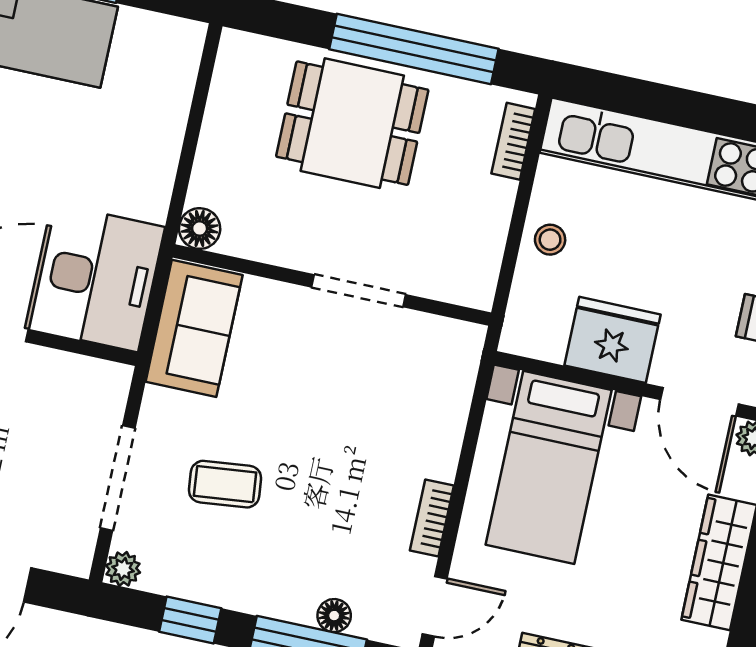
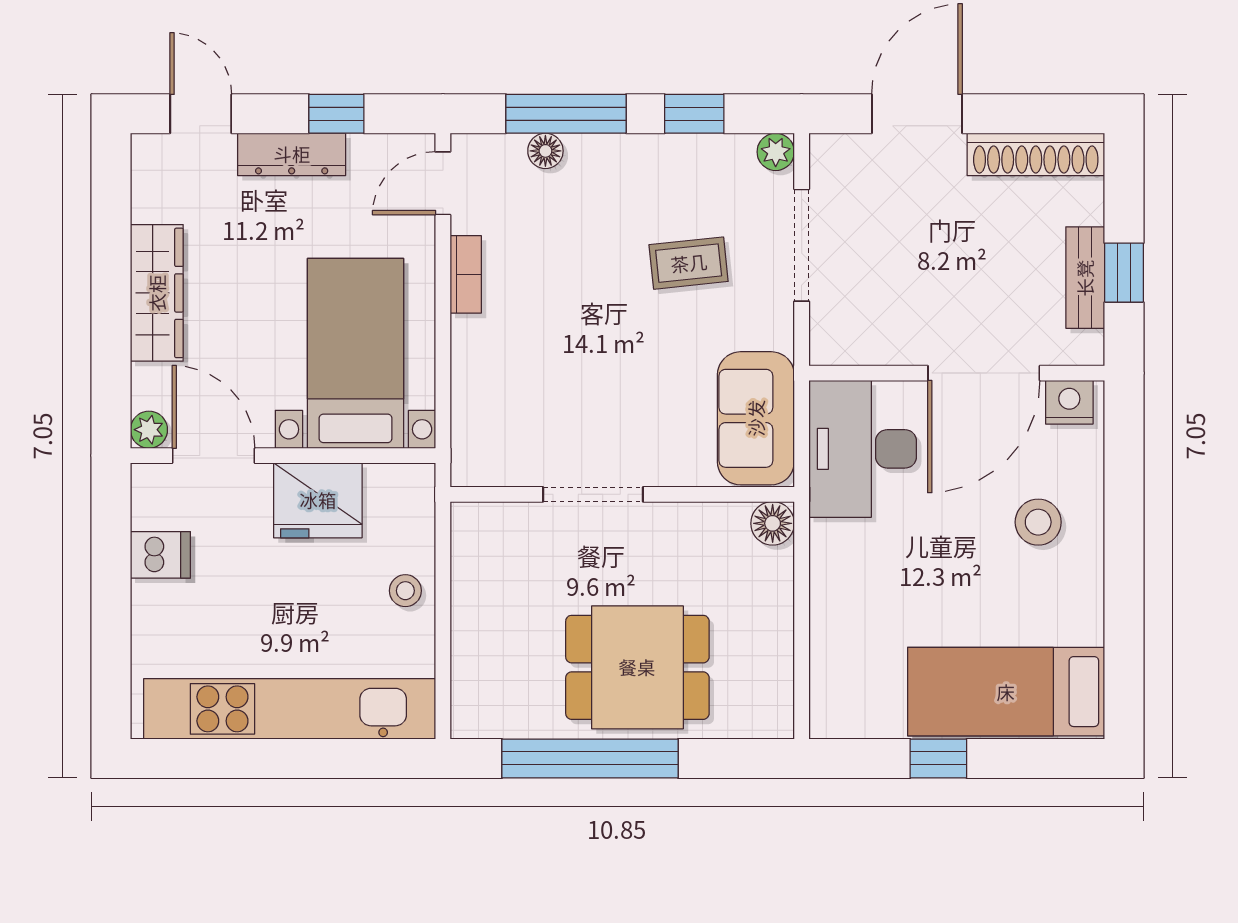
bookcase: (513, 141) -> (466, 685), removed

